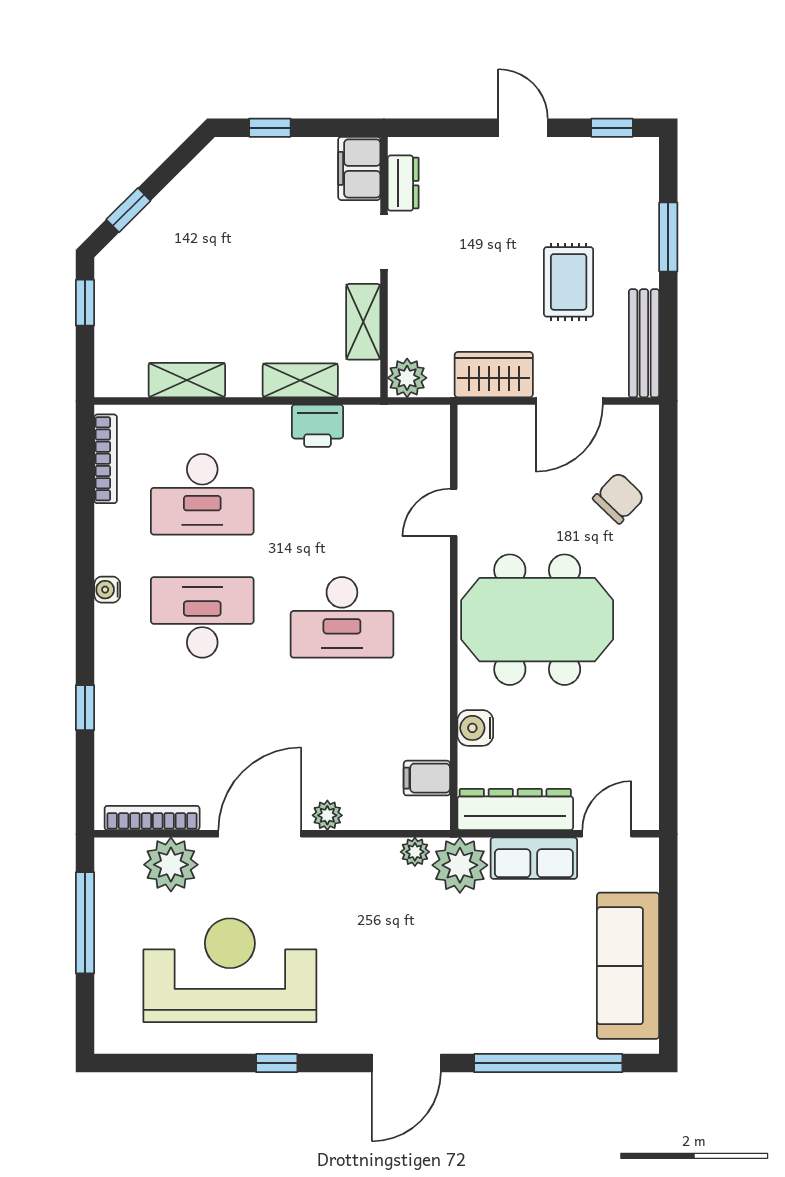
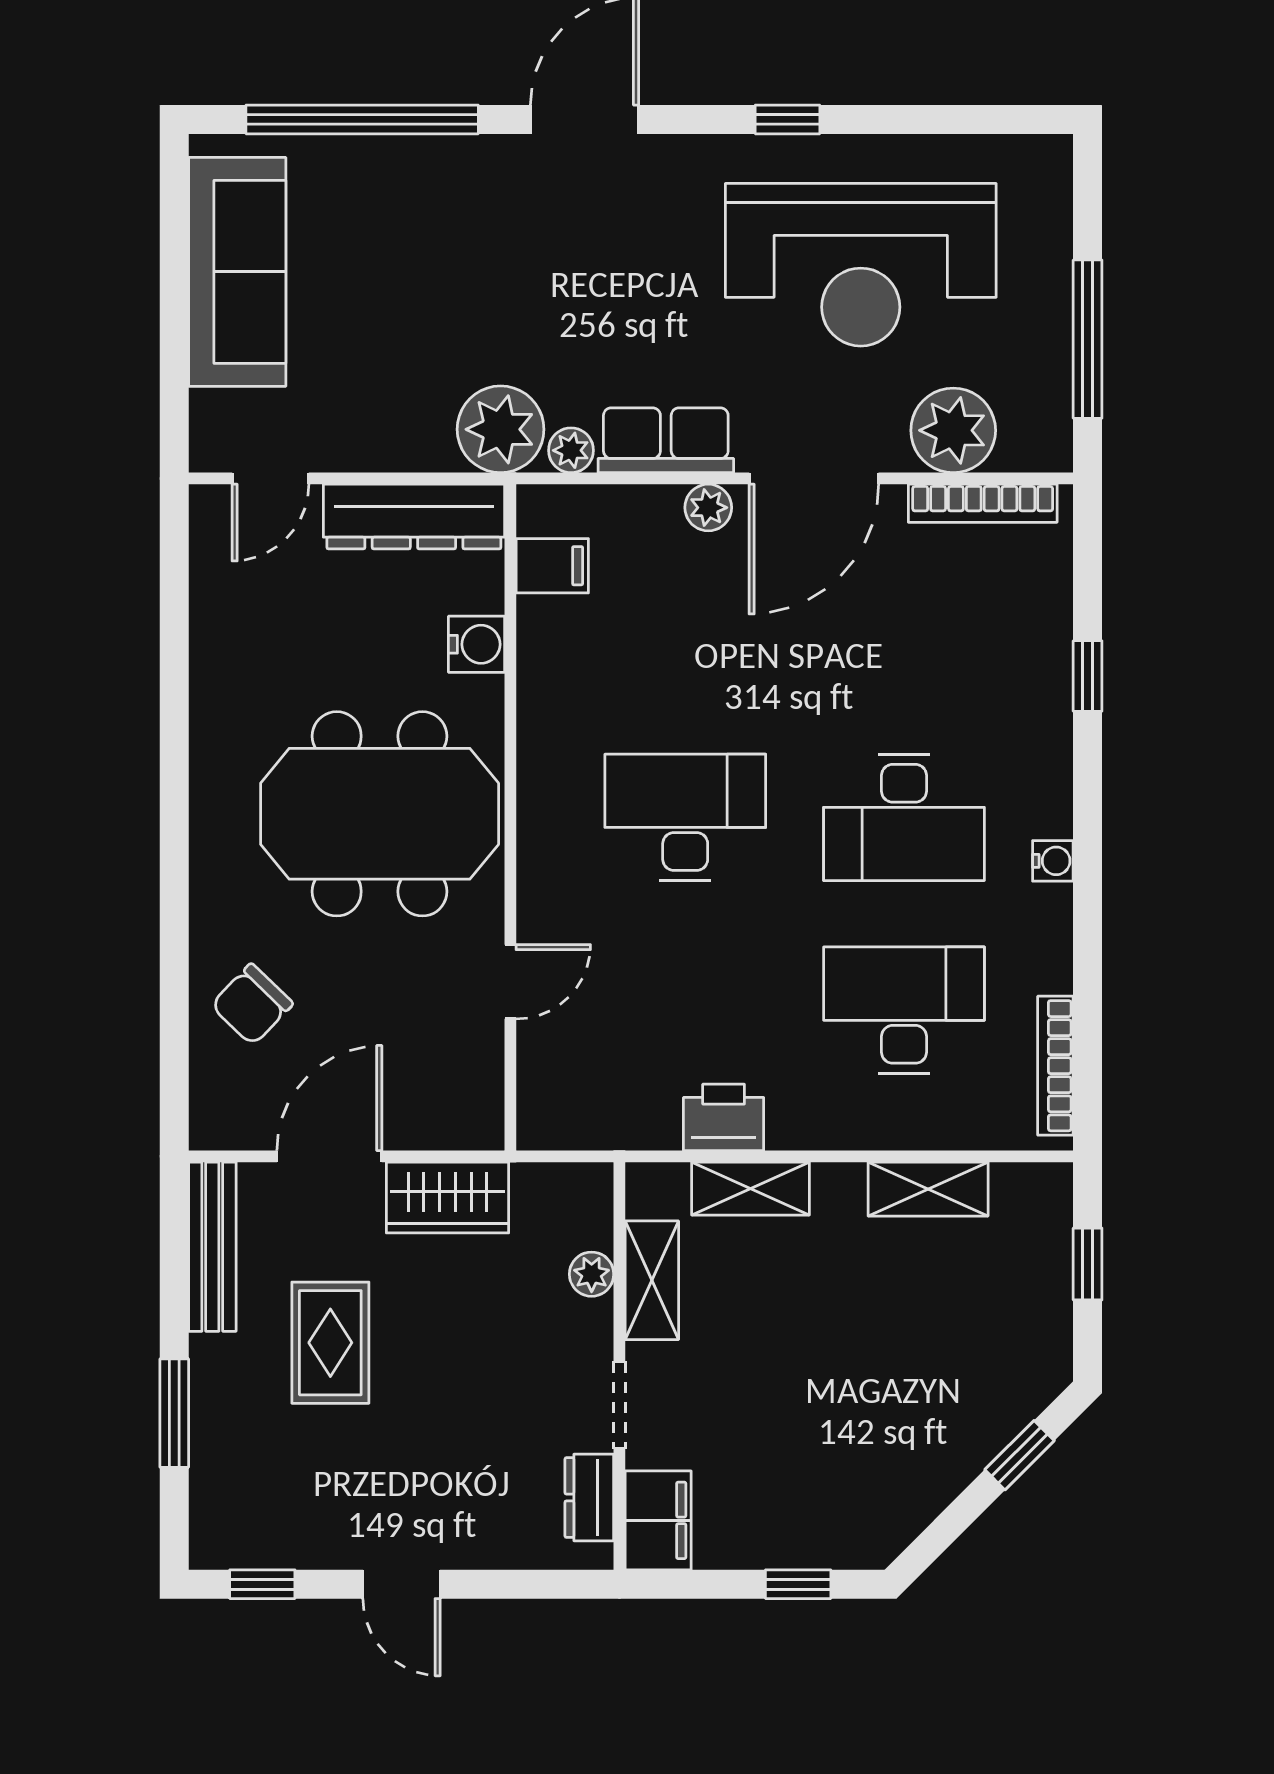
window: (85, 303) -> (1088, 1264), moved
plant: (407, 378) -> (592, 1274), moved, width x0.73, depth x0.73
row of seats: (534, 858) -> (666, 440), moved

